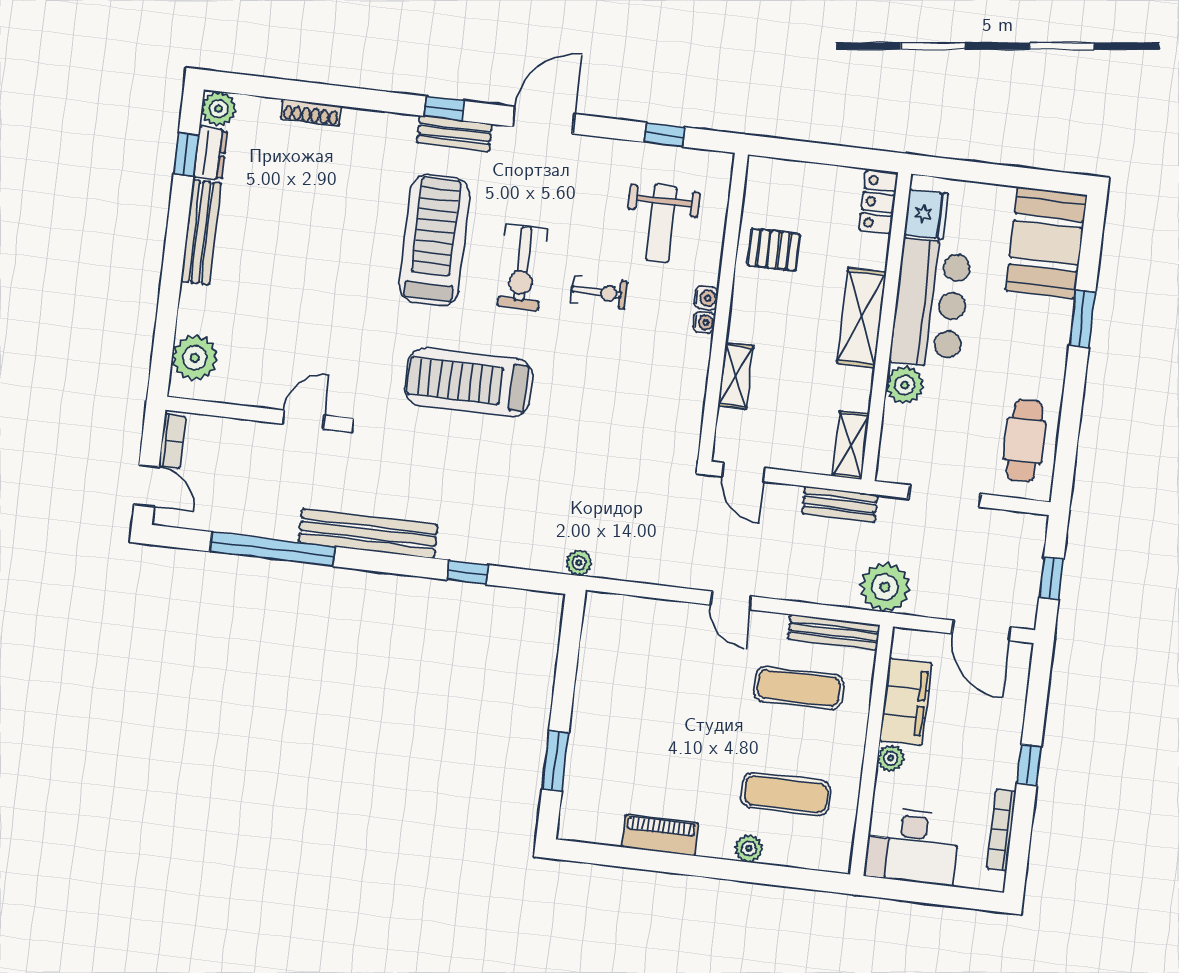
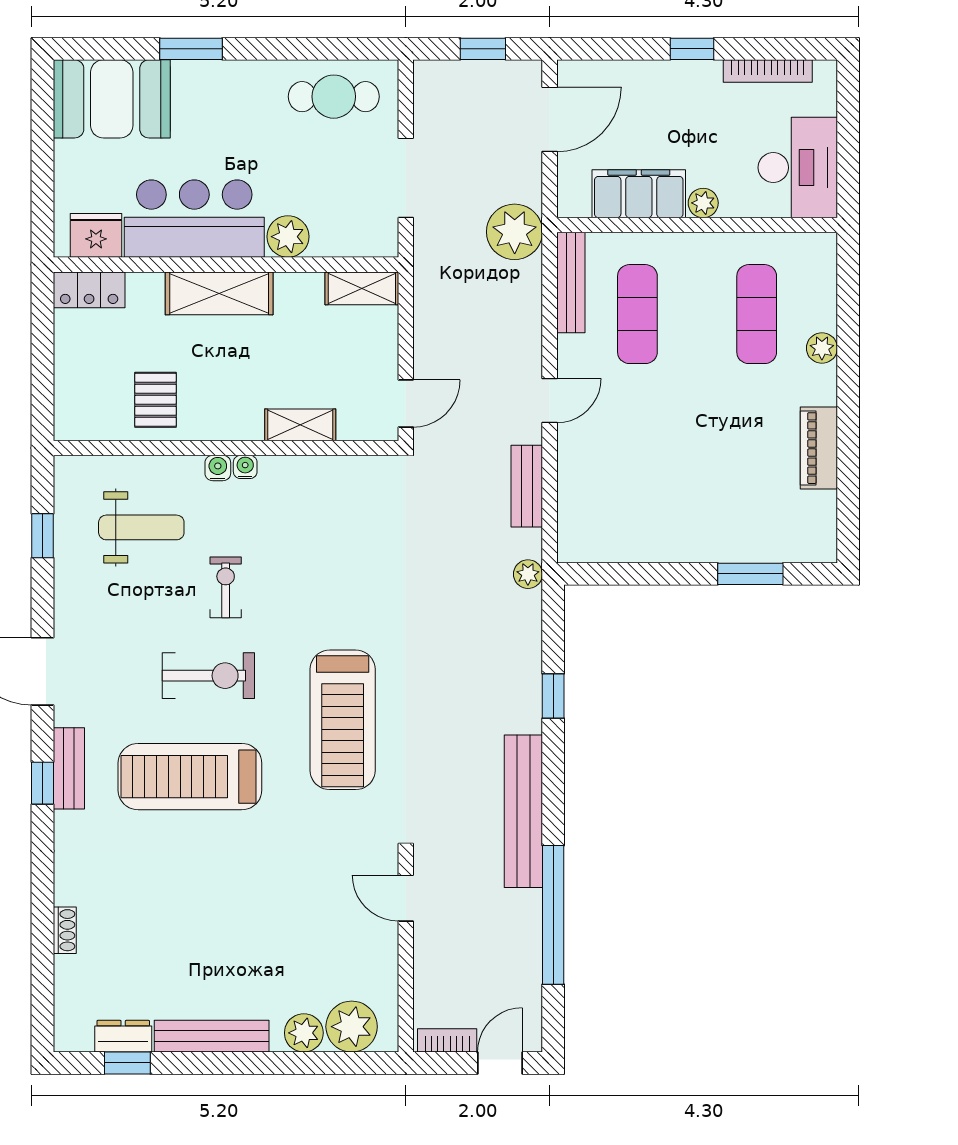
plant: (219, 109) -> (304, 1033), moved
shoe rack: (311, 113) -> (65, 930), width x0.70
bench: (840, 504) -> (527, 486), moved

